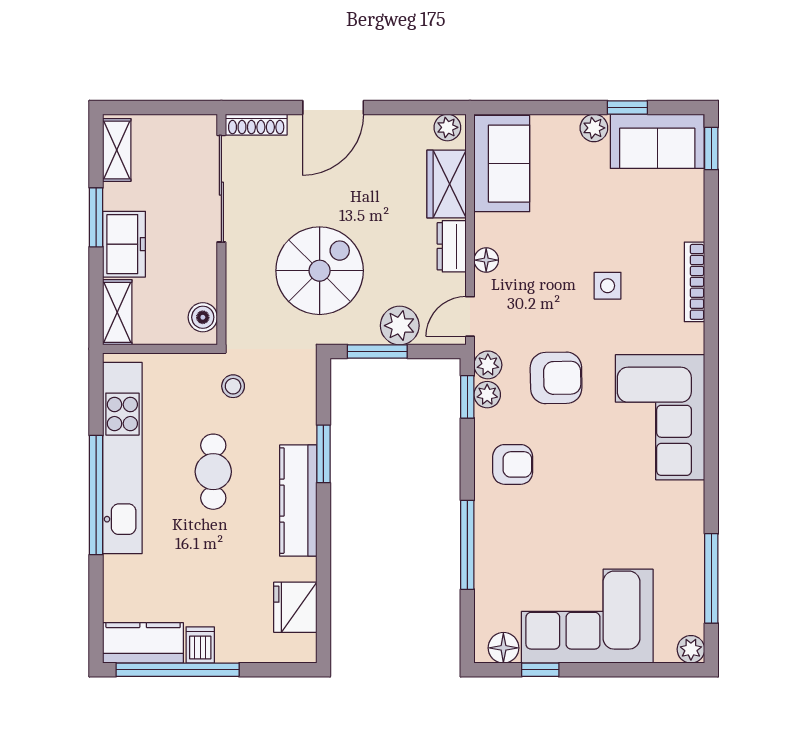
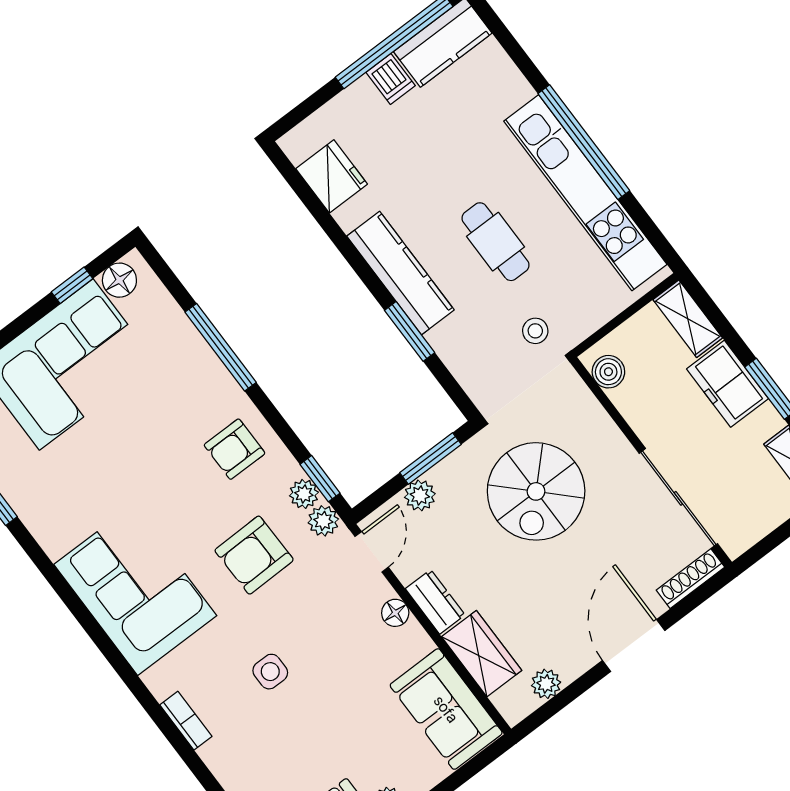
plant: (447, 127) -> (546, 684), moved
bookcase: (695, 282) -> (186, 721), width x0.64
plant: (400, 326) -> (420, 495), width x0.73, depth x0.73

